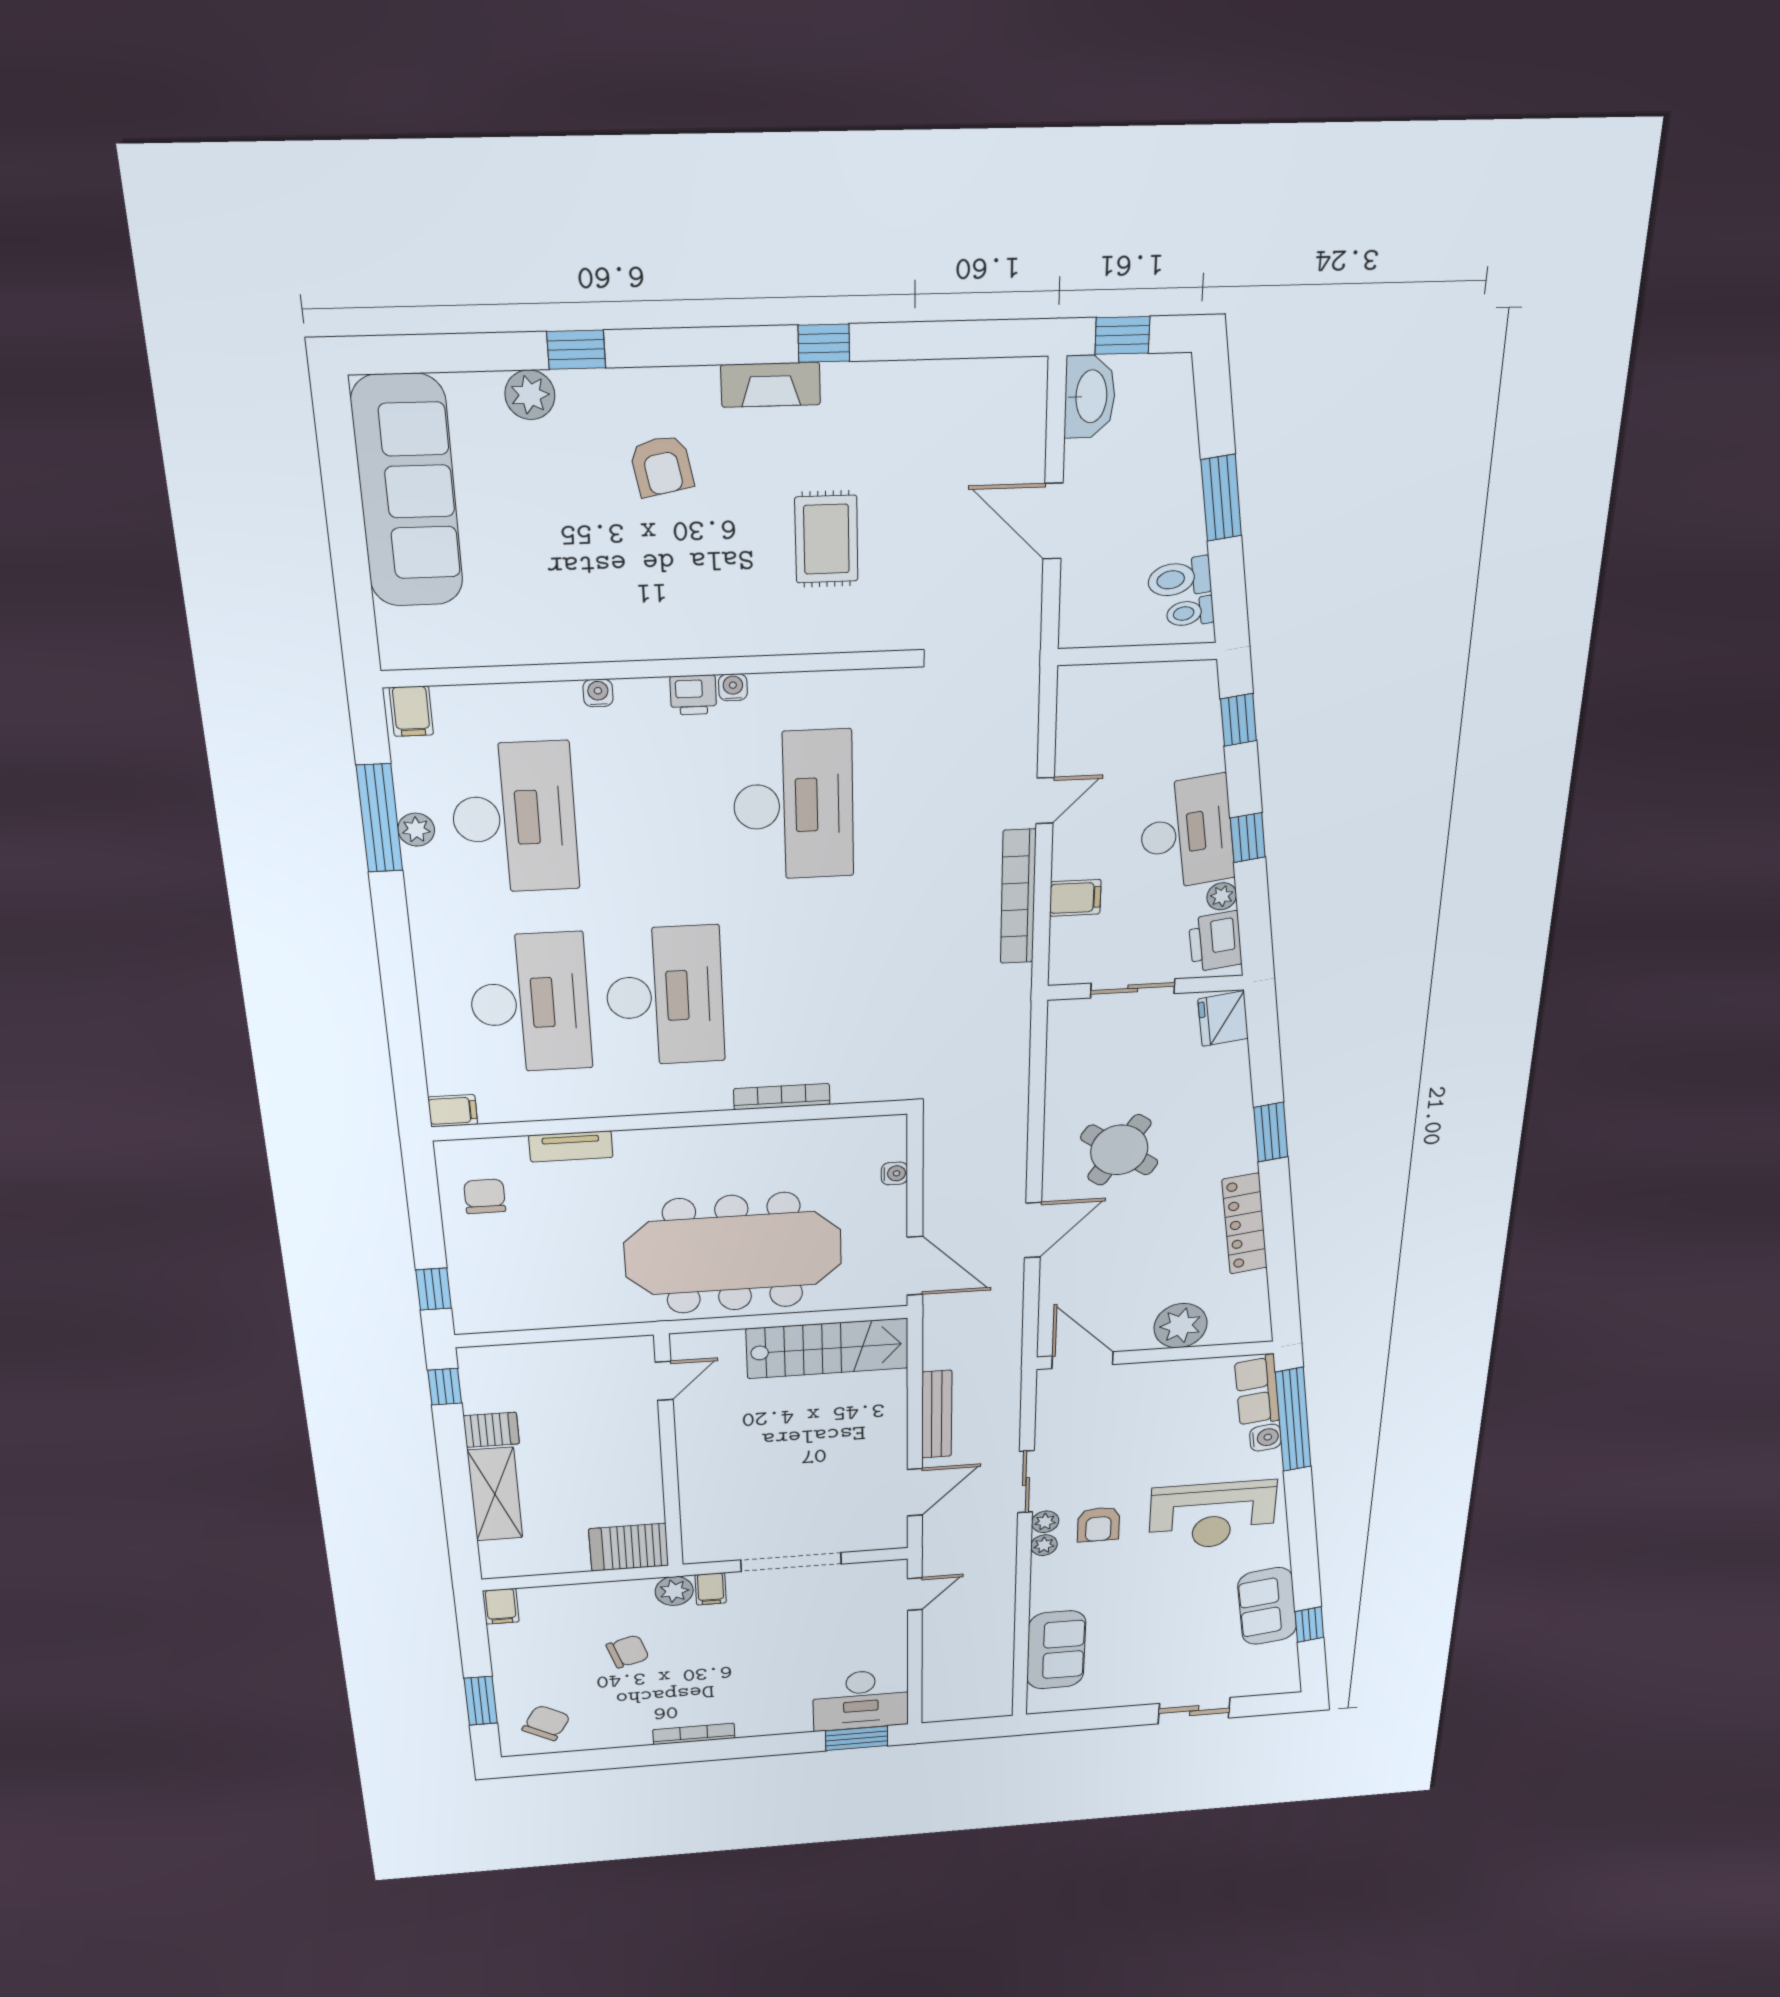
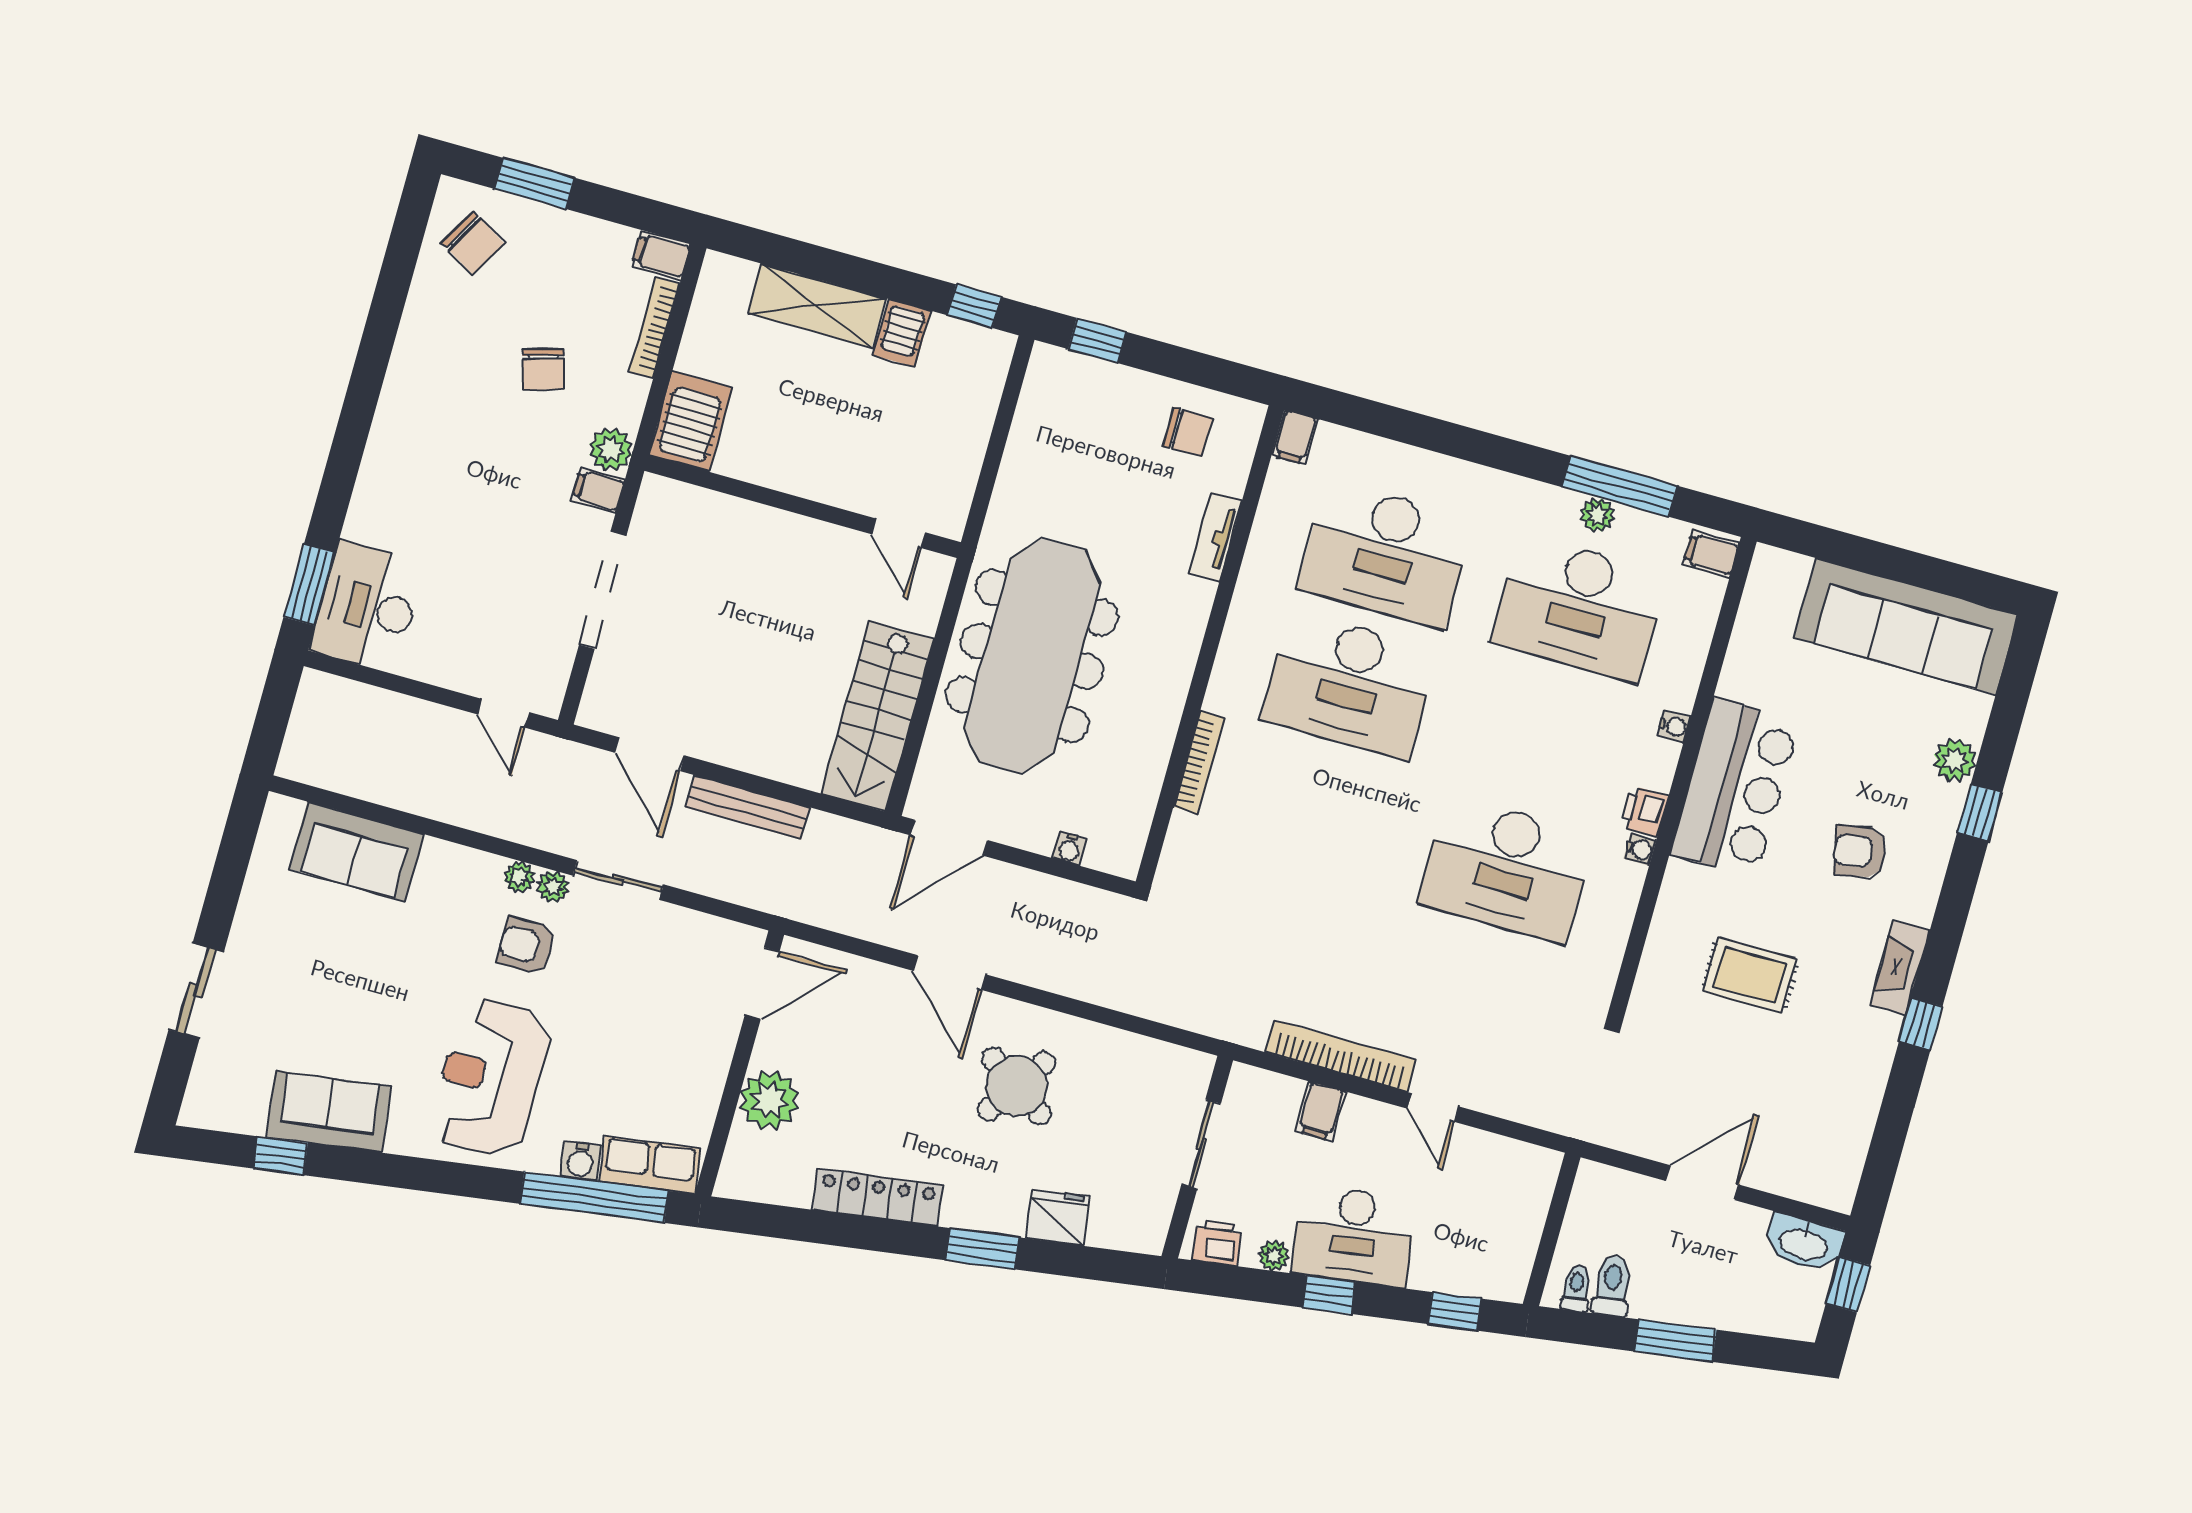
bar counter: (639, 614) -> (1735, 788), added
printer: (1215, 941) -> (1217, 1242), width x0.73, depth x0.81
fridge: (1223, 1019) -> (1058, 1217), moved
bookcase: (694, 1734) -> (654, 328), moved, turned 180

